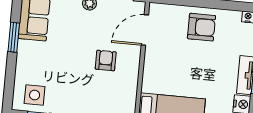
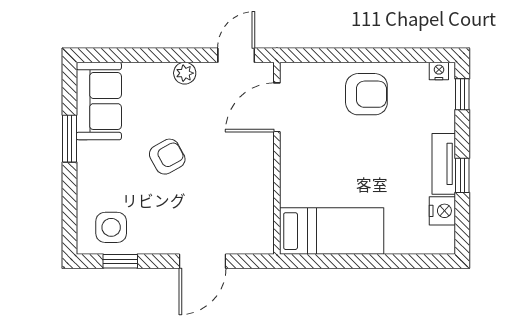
armchair: (106, 60) -> (167, 157), moved, turned 61

